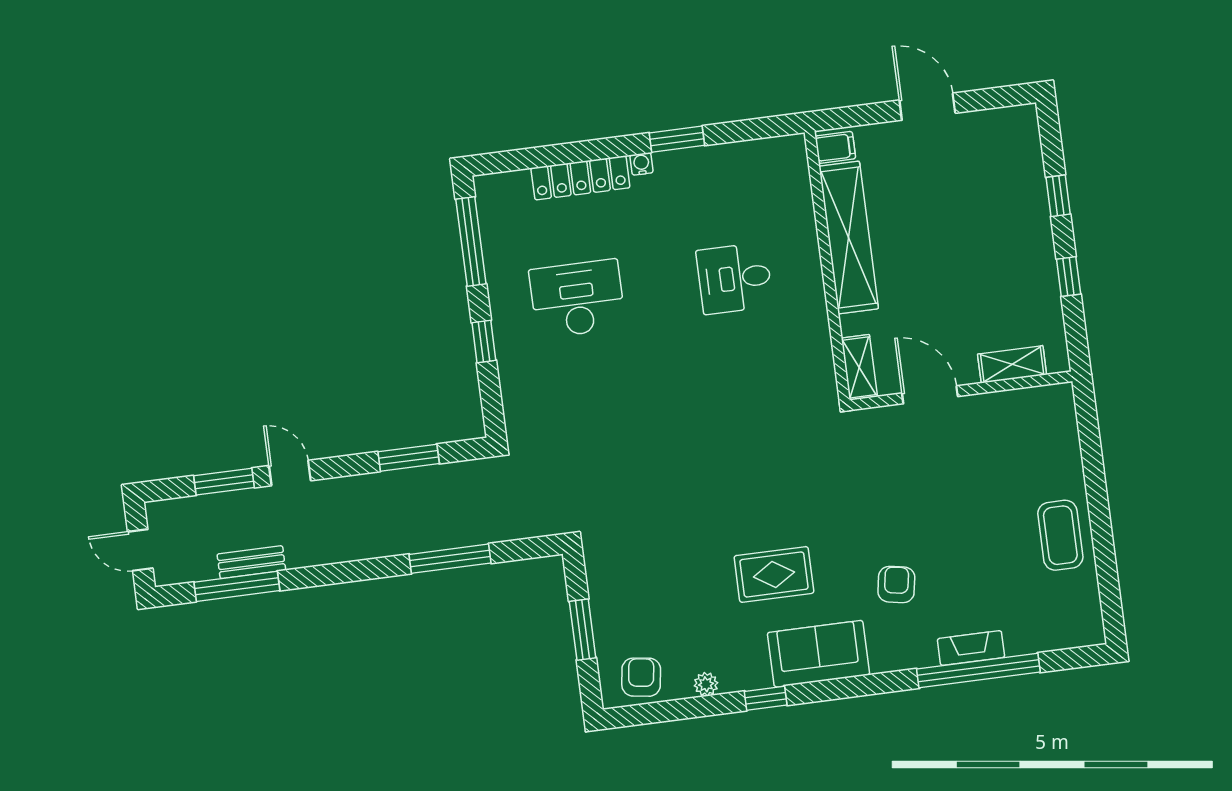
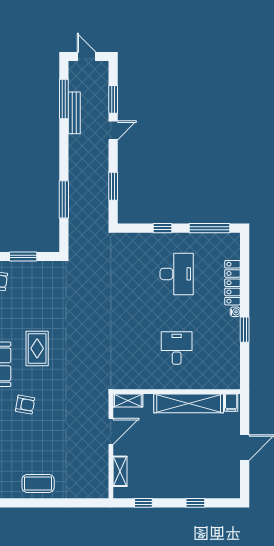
window: (1069, 277) -> (143, 503), moved
door: (140, 550) -> (87, 56), hinge flipped
bench: (251, 562) -> (74, 113), width x1.36

